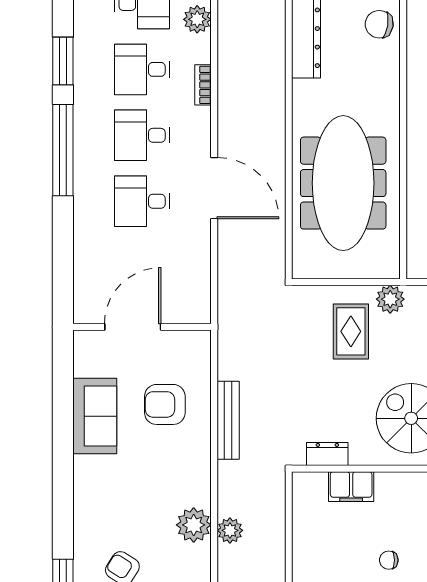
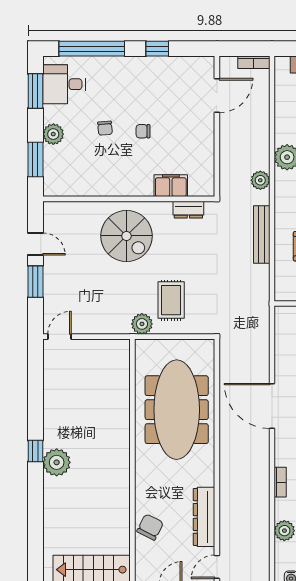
chair: (379, 24) -> (150, 527), turned -72
plant: (230, 530) -> (260, 180), moved
chair: (389, 560) -> (143, 131), turned 180

